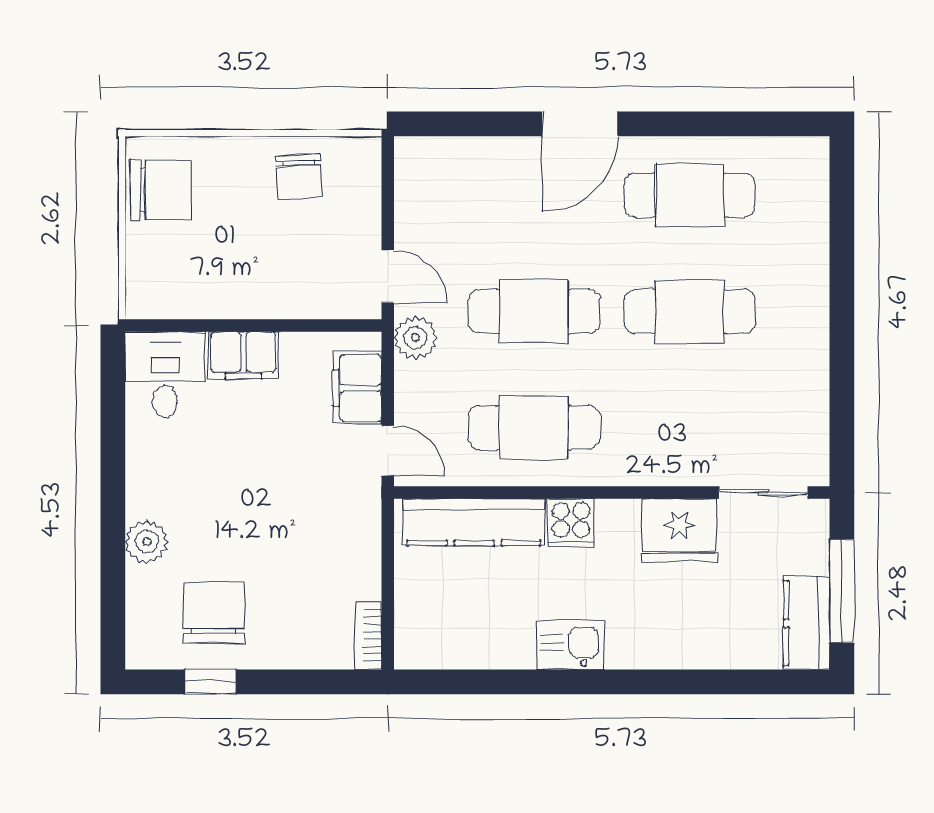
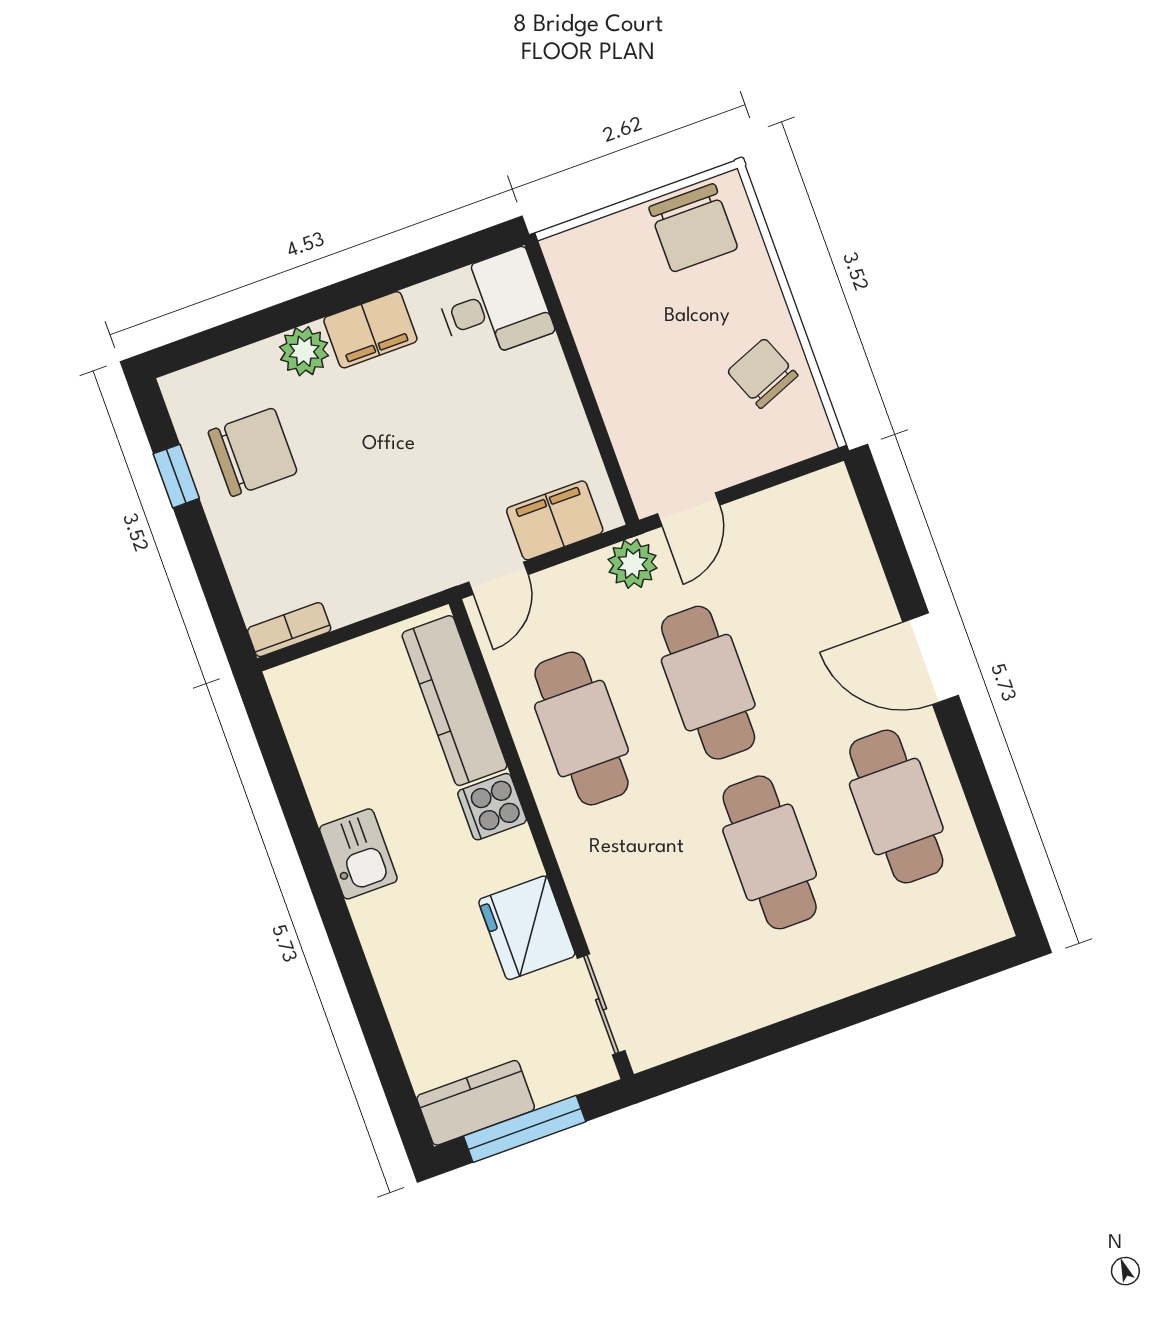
chair: (299, 176) -> (763, 373), turned 71
filing cabinet: (243, 355) -> (370, 330), moved, turned -90

